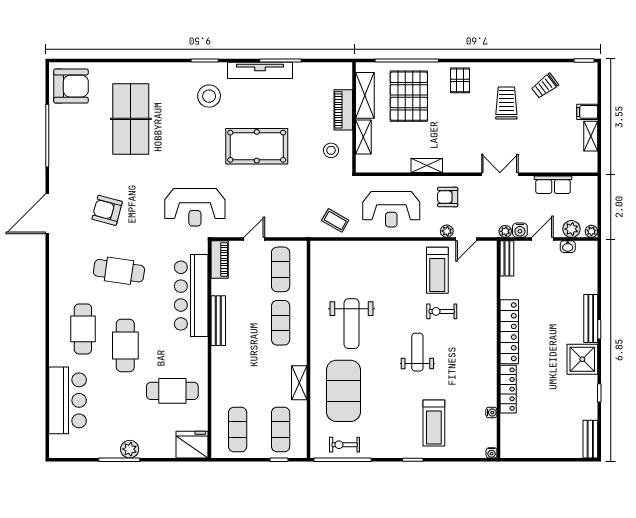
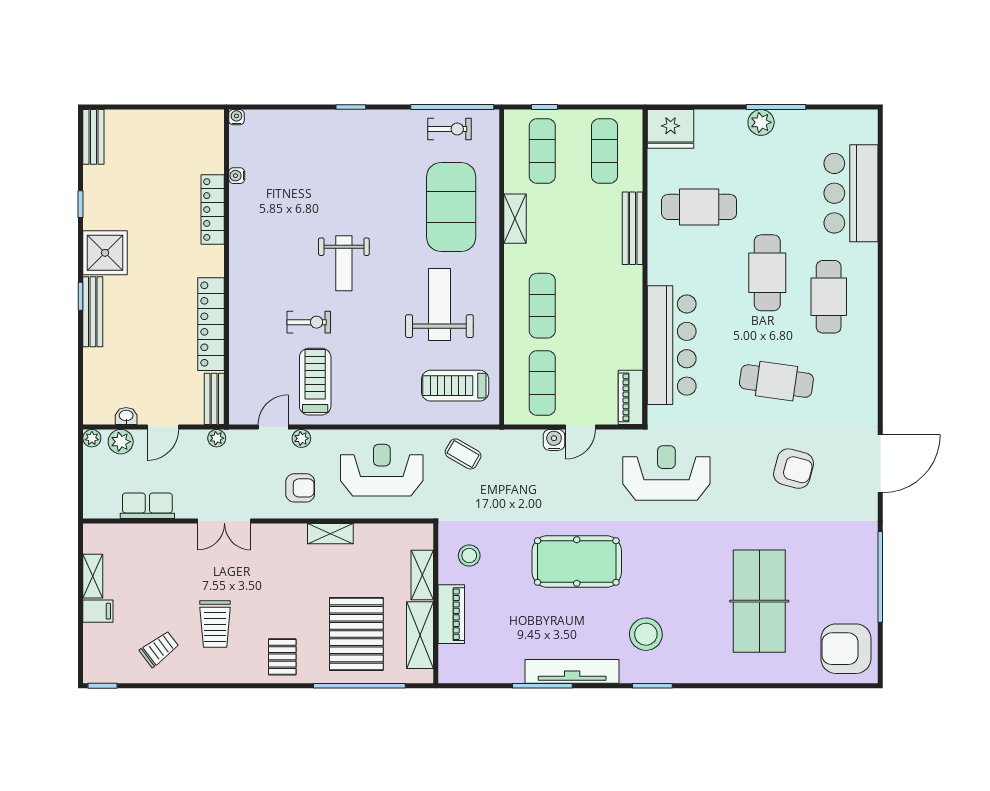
water cooler: (520, 230) -> (554, 440), moved
bench: (218, 321) -> (633, 228), moved
locker: (509, 332) -> (211, 324), moved
treadmill: (434, 423) -> (455, 386), moved, turned -90

